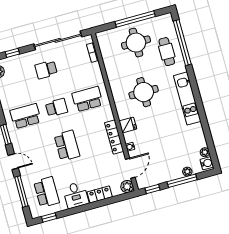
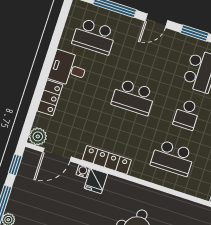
school desk: (87, 99) -> (173, 158), turned 90
fridge: (128, 125) -> (96, 181), moved
door: (130, 168) -> (57, 155), hinge flipped
window: (49, 217) -> (62, 20), removed

